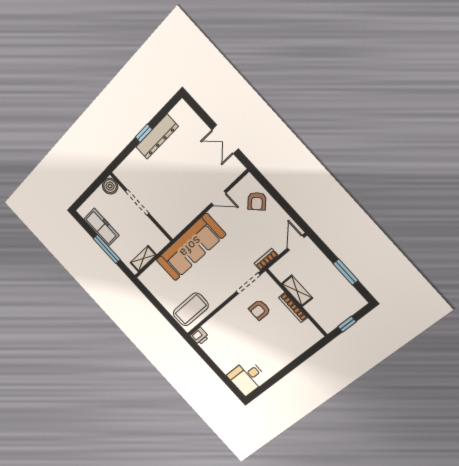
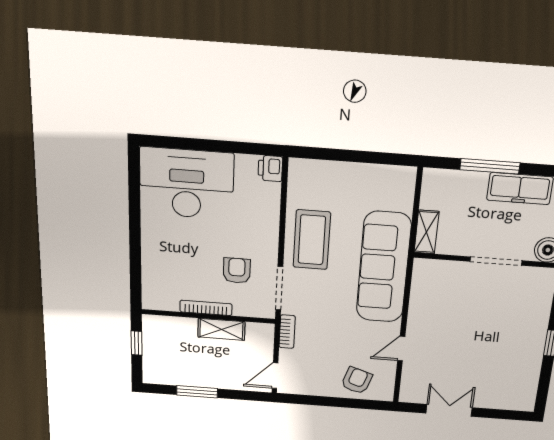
dresser: (157, 137) -> (531, 352), removed
armchair: (257, 201) -> (357, 381), turned 63
door: (296, 243) -> (275, 376), swing flipped
shelving: (143, 259) -> (426, 232), moved
coffee table: (191, 309) -> (312, 240), moved
desk: (247, 377) -> (187, 184), width x1.87, depth x1.30

